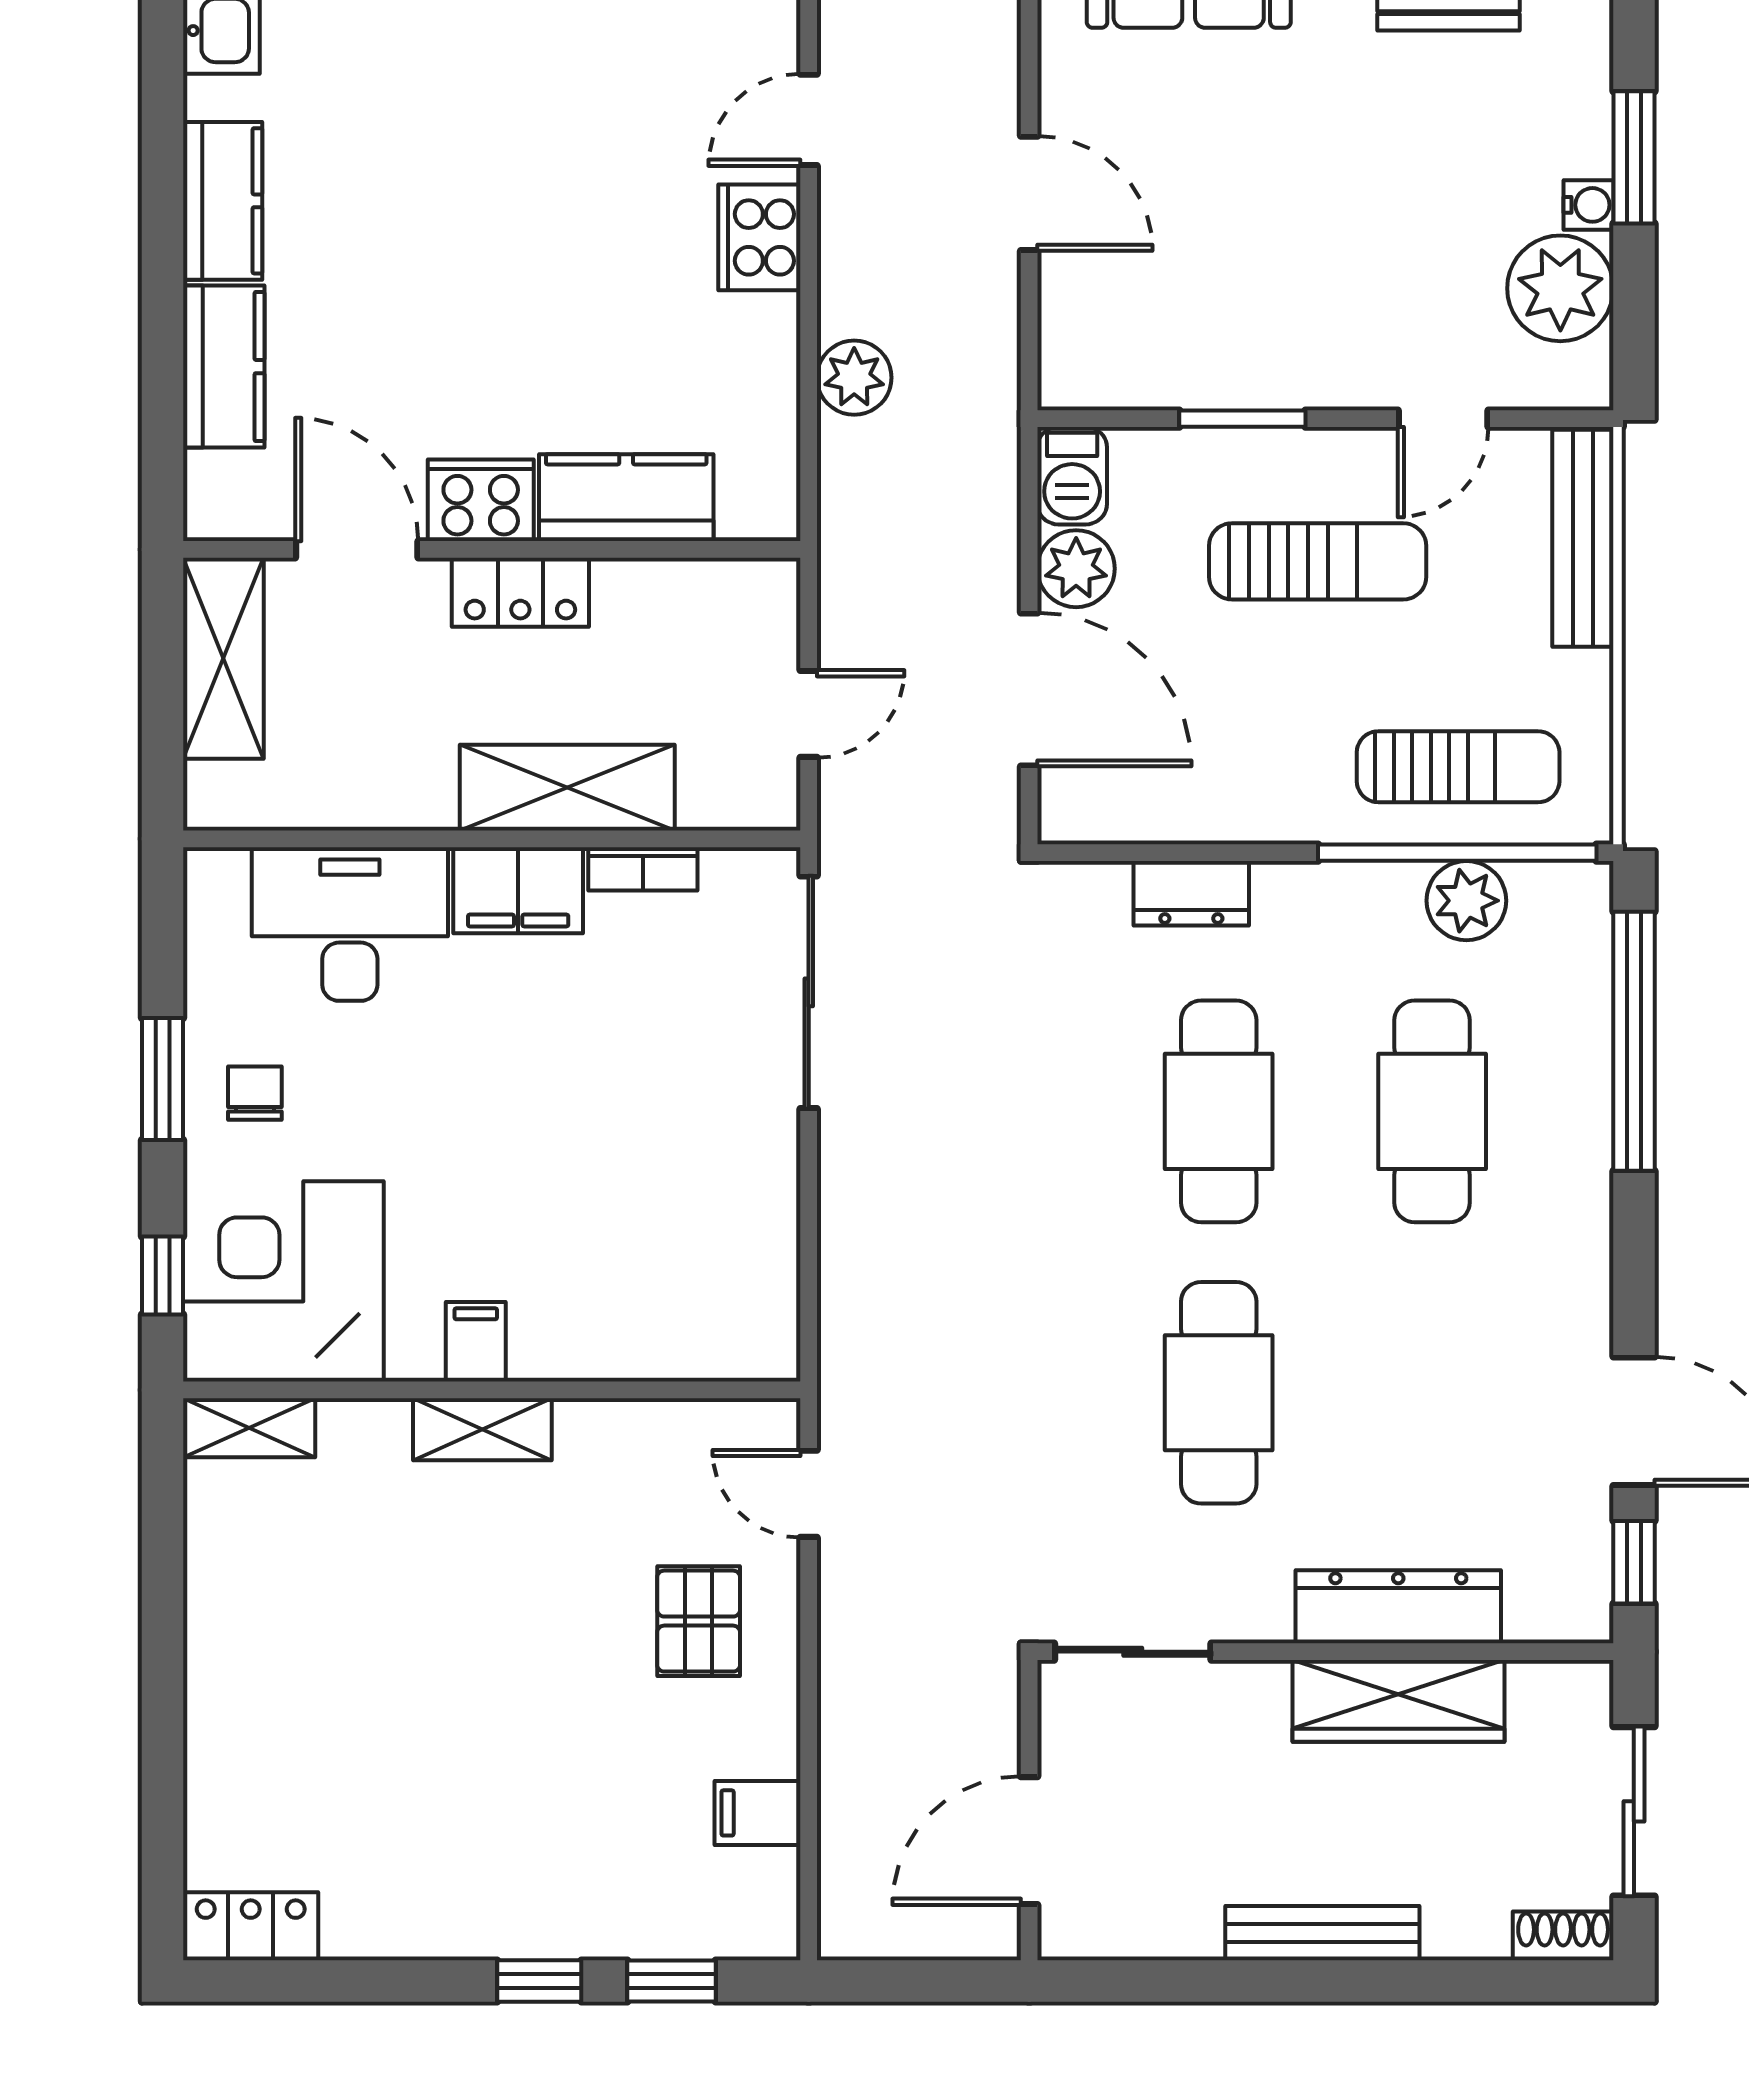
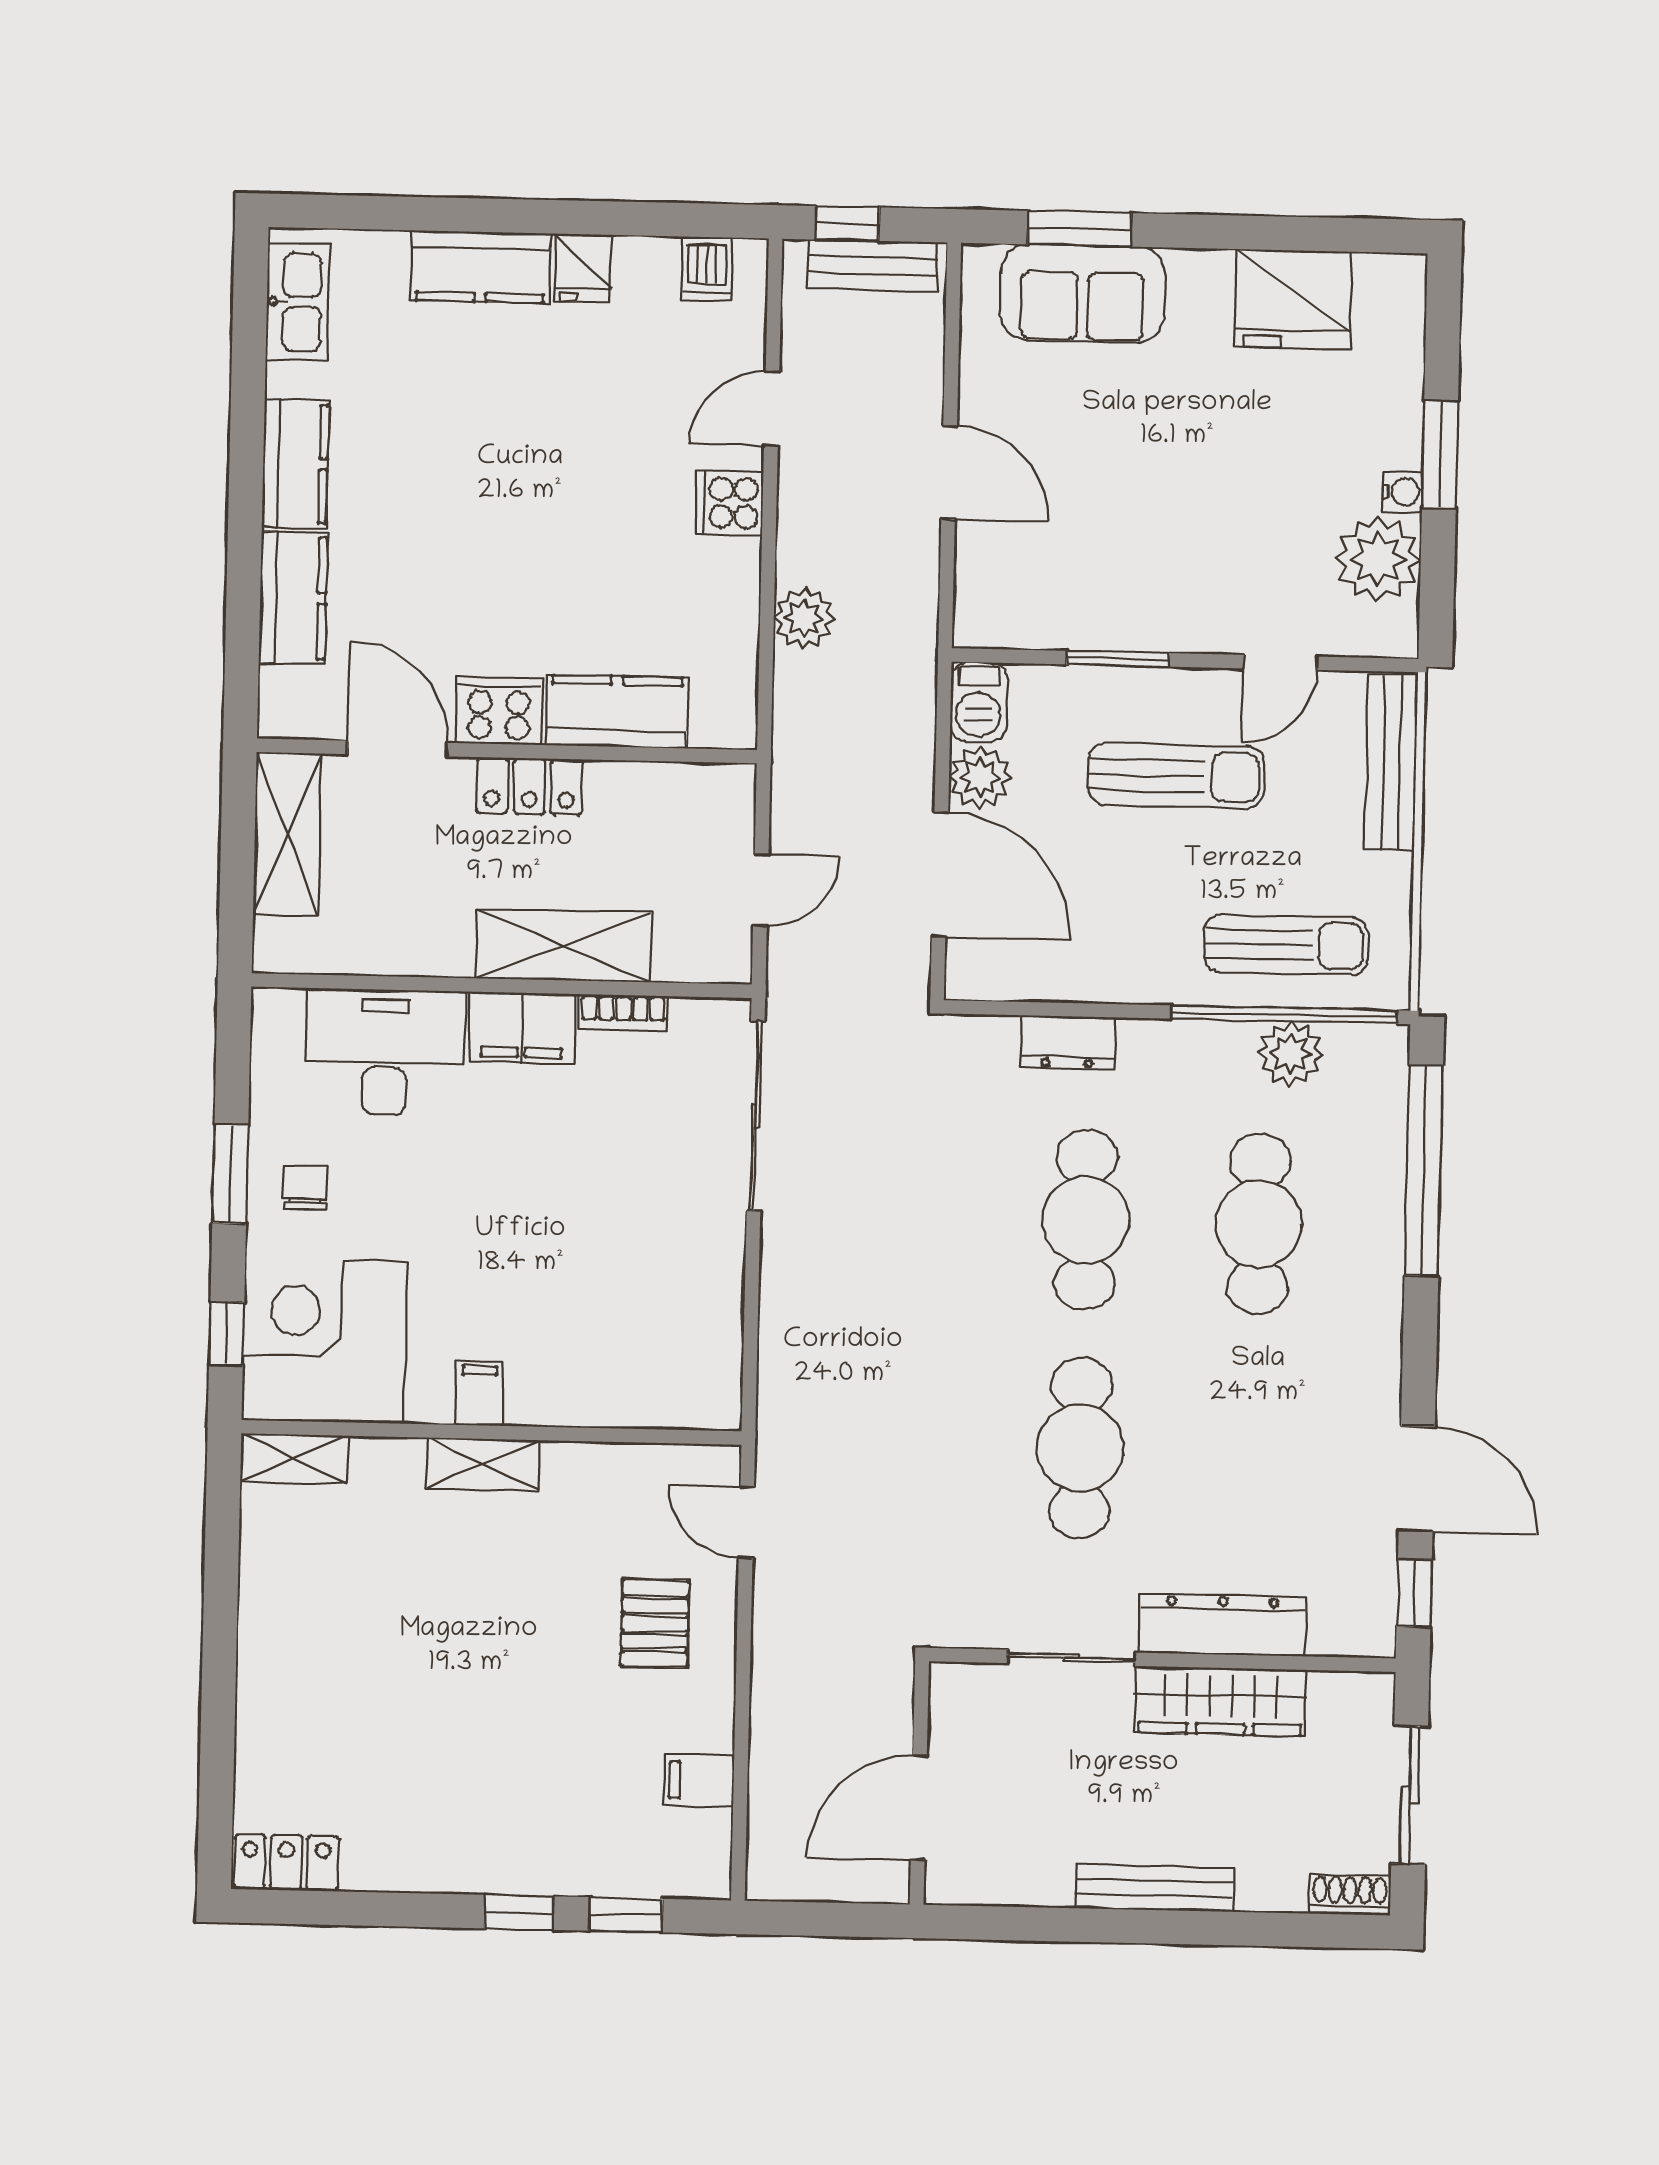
cooker: (759, 237) -> (730, 503), width x0.73
sliding door: (1133, 1652) -> (1071, 1658), moved

